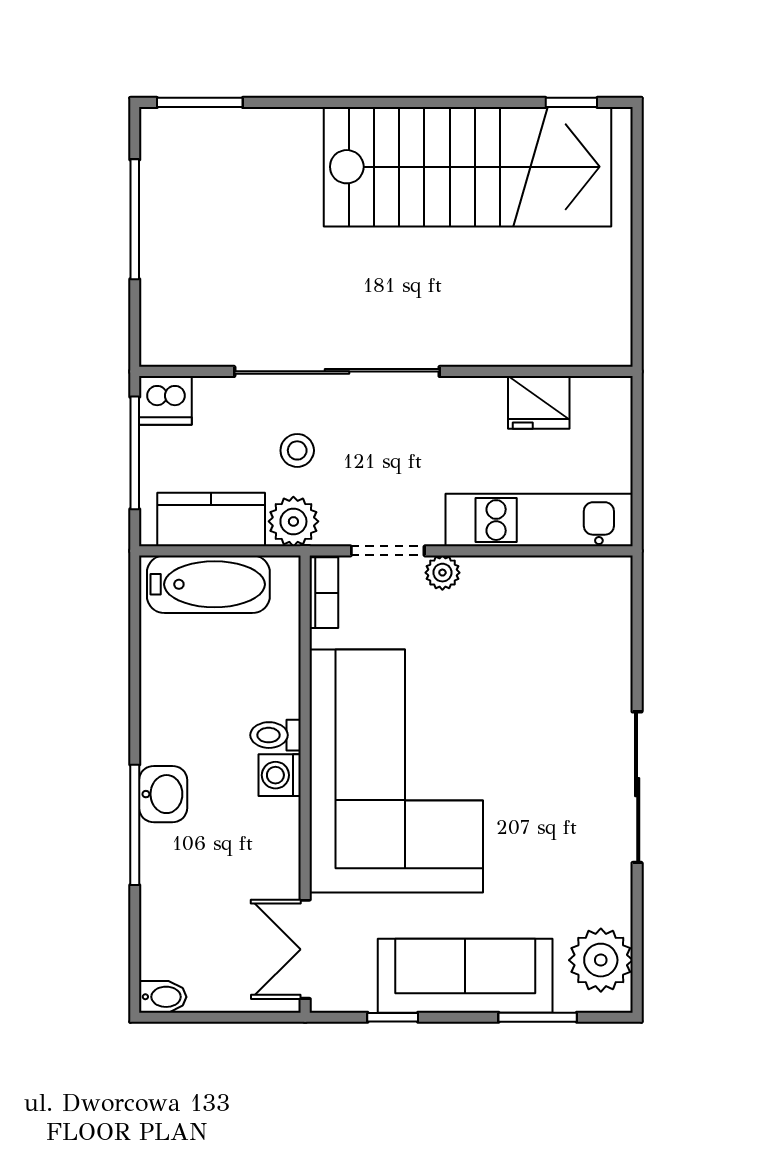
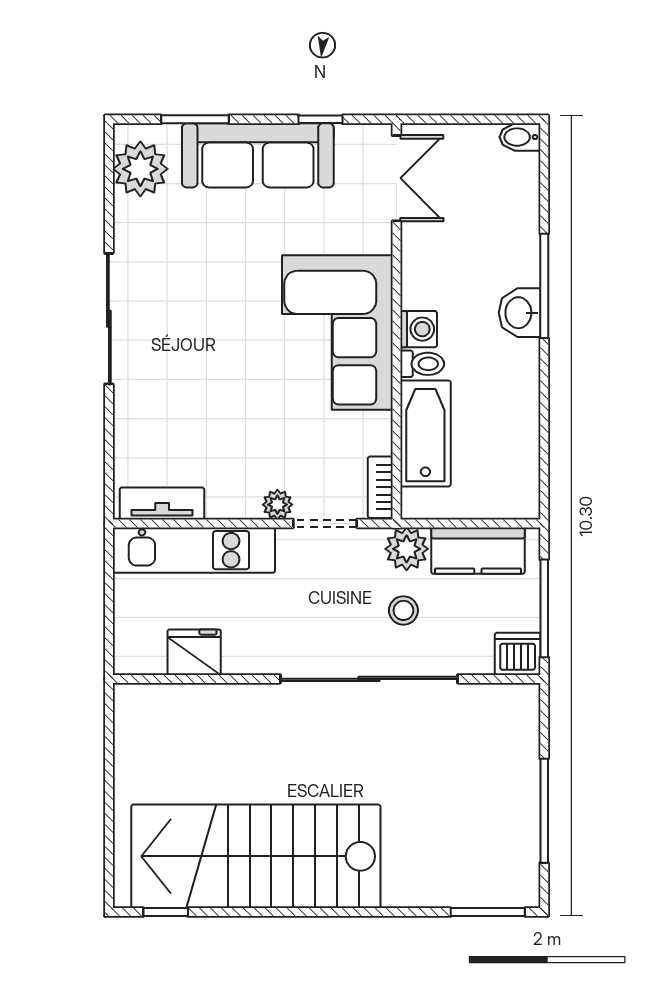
tv unit: (576, 574) -> (162, 503), added
bathtub: (208, 584) -> (425, 433), moved, turned 90
corner sofa: (396, 771) -> (337, 333), width x0.73, depth x0.74

